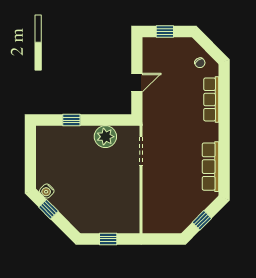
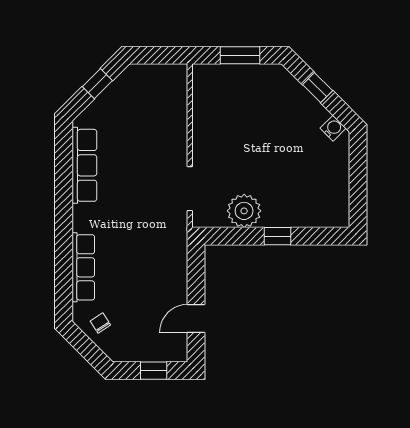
door: (137, 83) -> (196, 318), moved
window: (71, 120) -> (278, 236), moved
window: (48, 209) -> (318, 88), moved
window: (108, 239) -> (240, 55), width x1.50

